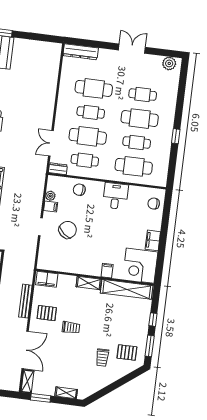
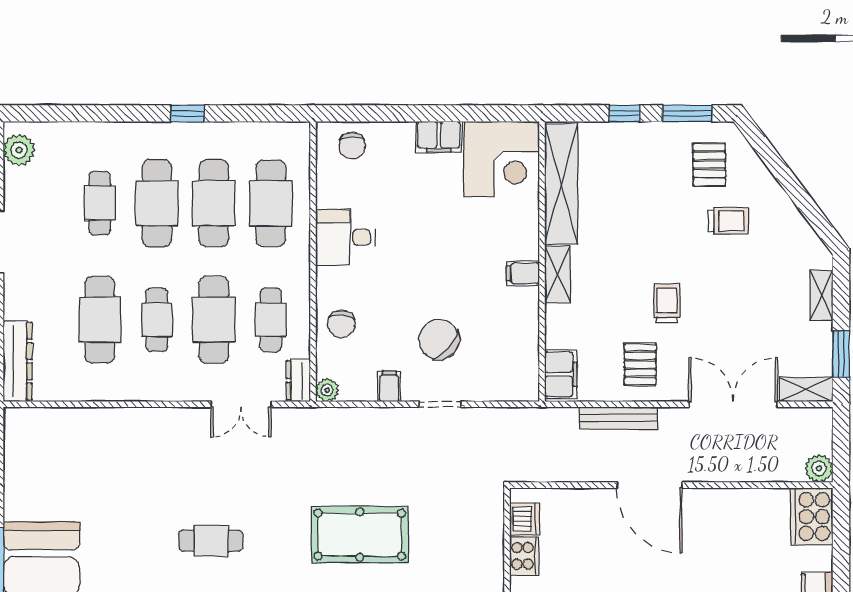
cafe table: (137, 142) -> (214, 203), width x1.37, depth x1.35
plant: (50, 196) -> (327, 390), moved
filing cabinet: (107, 271) -> (523, 273), moved

